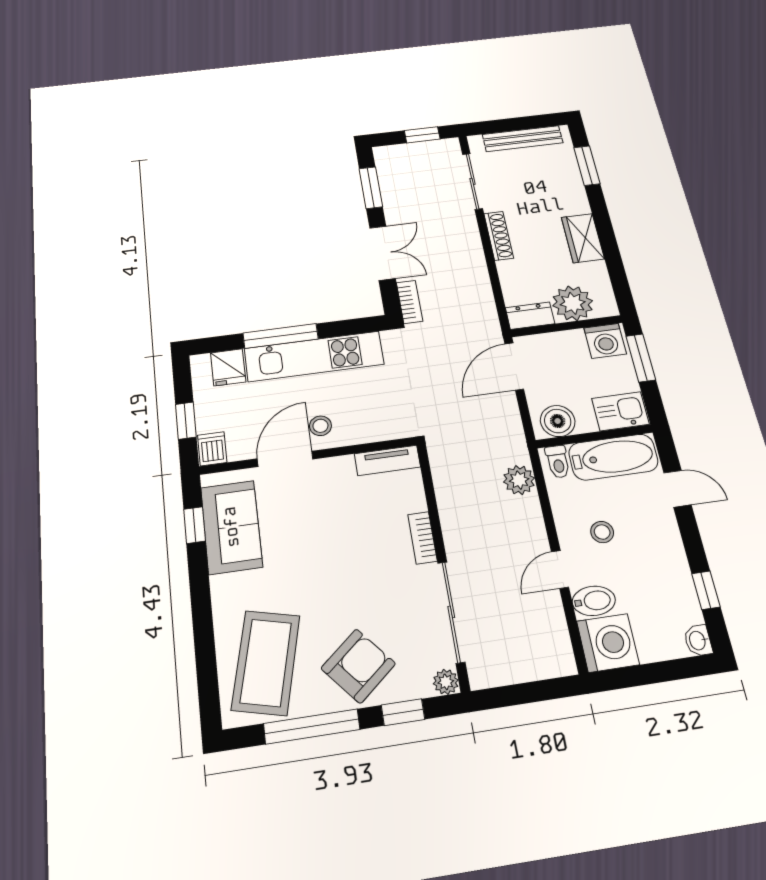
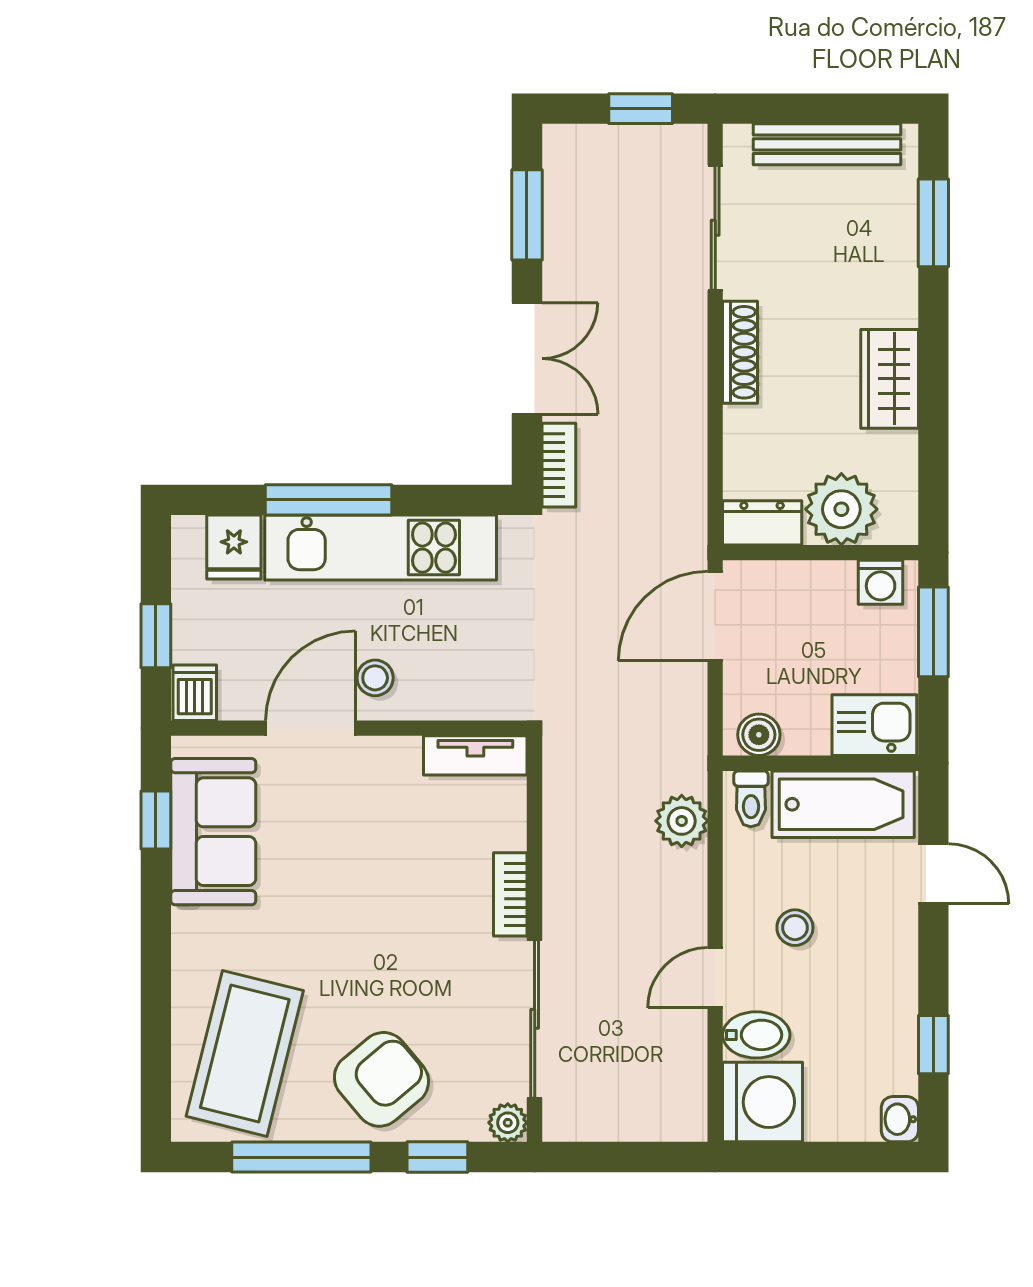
washing machine: (605, 341) -> (881, 582), width x0.73, depth x0.73
boiler: (558, 421) -> (759, 735), width x0.73, depth x0.73

